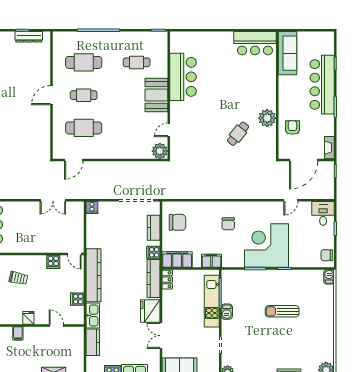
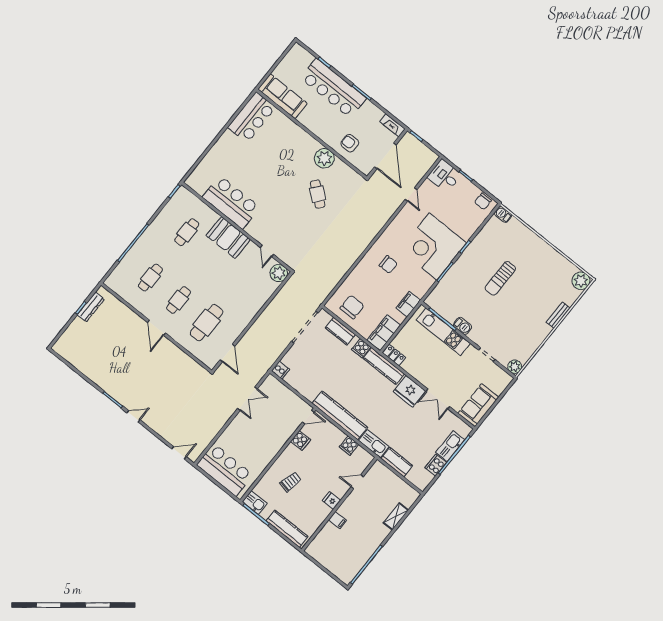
cafe table: (84, 62) -> (150, 278), width x0.73, depth x0.74

